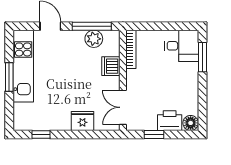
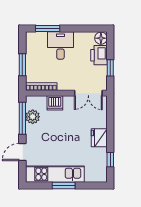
window: (158, 26) -> (22, 65), added
desk: (182, 46) -> (60, 45), moved
fridge: (82, 121) -> (99, 138), moved

